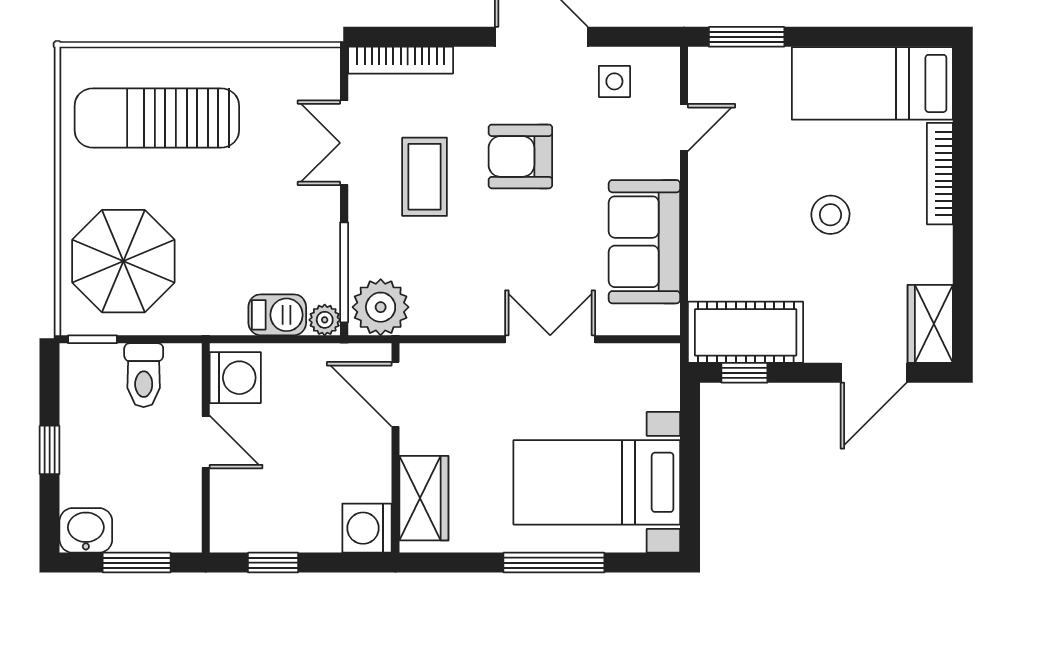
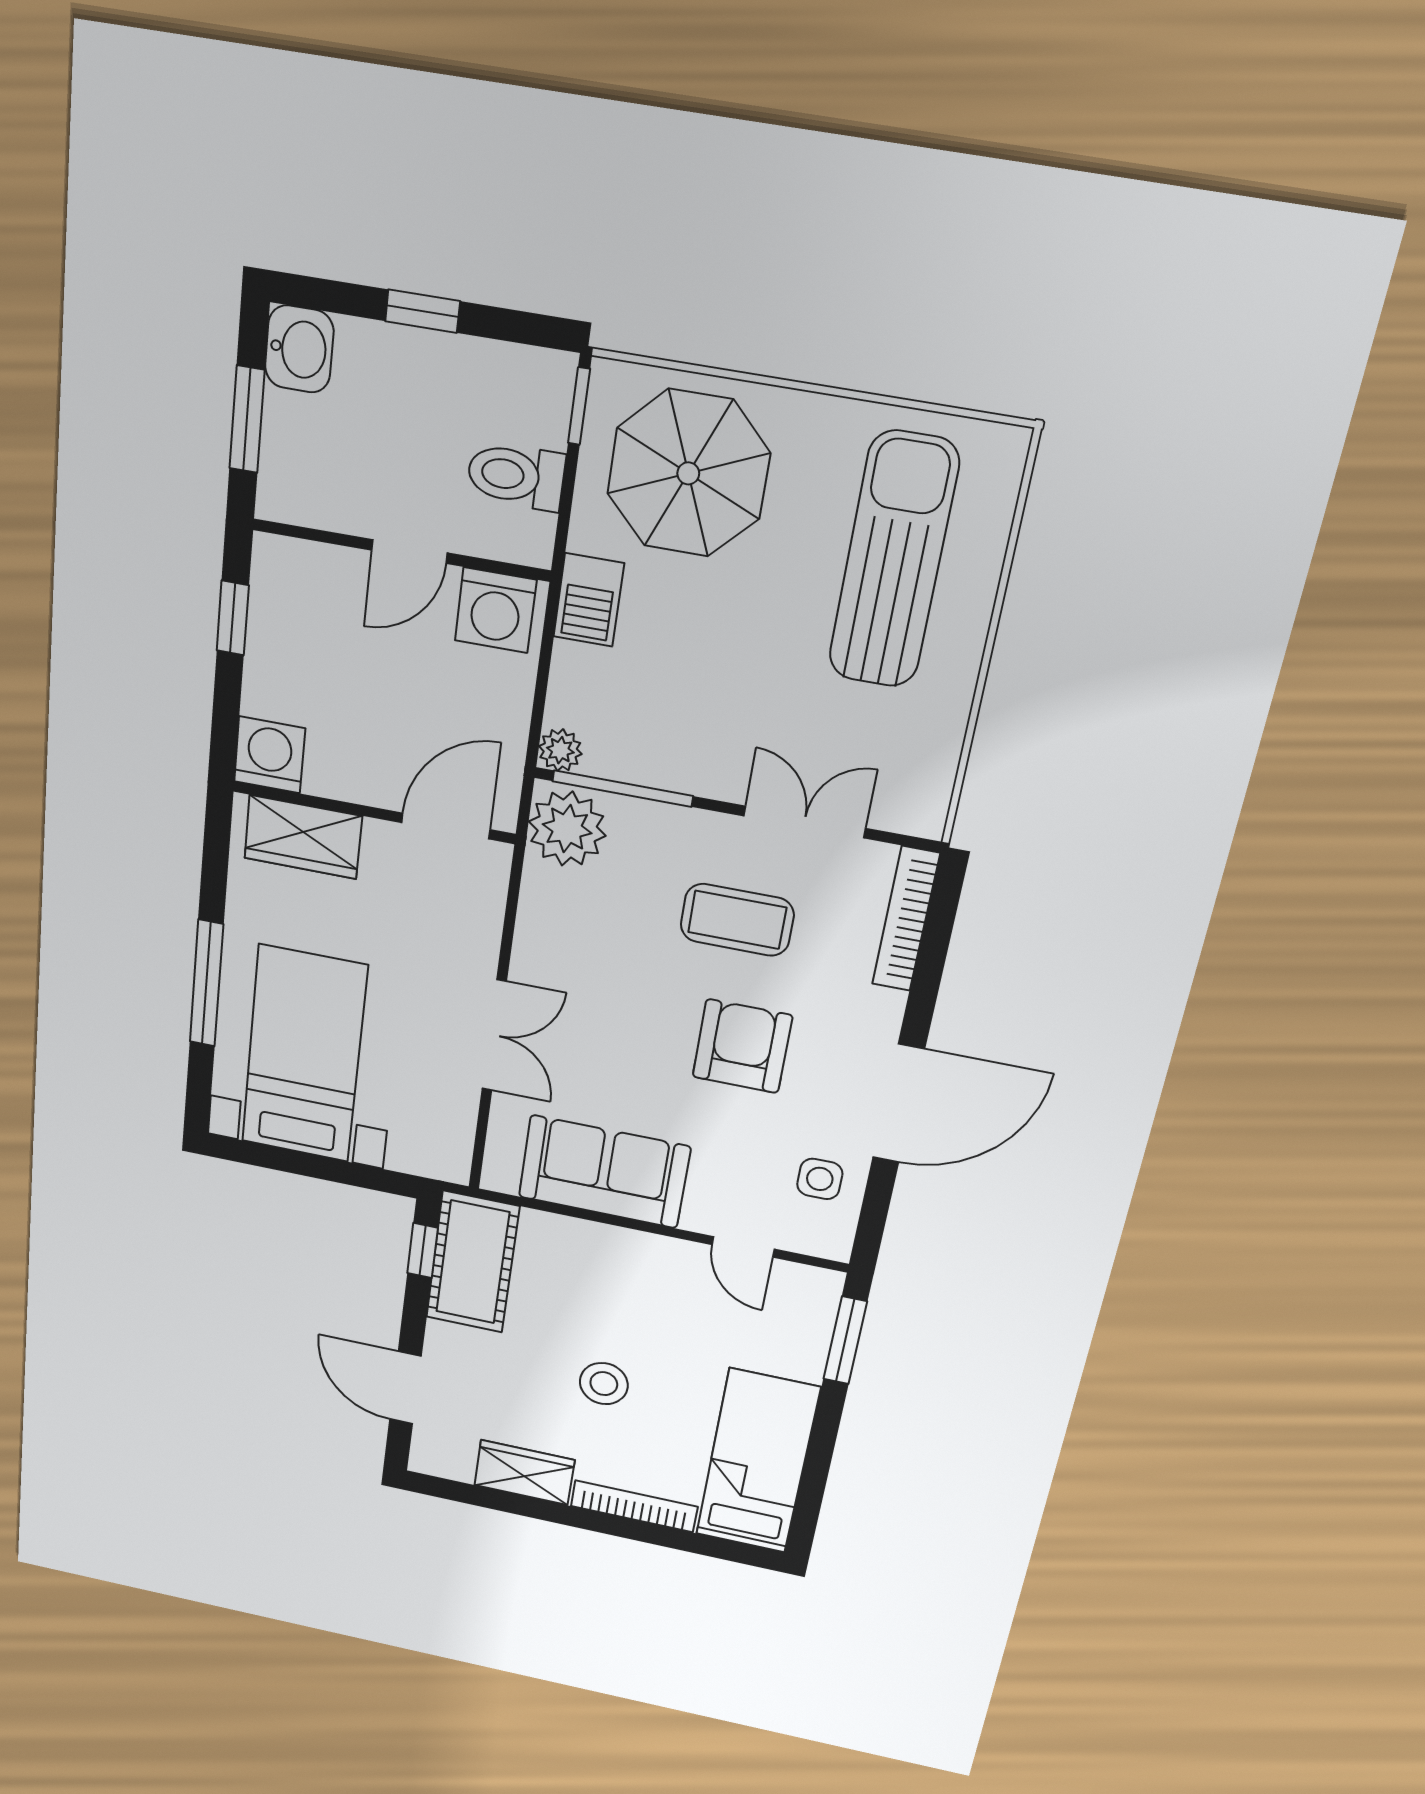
barbecue: (277, 315) -> (589, 600), moved
wardrobe: (930, 324) -> (524, 1473), moved

